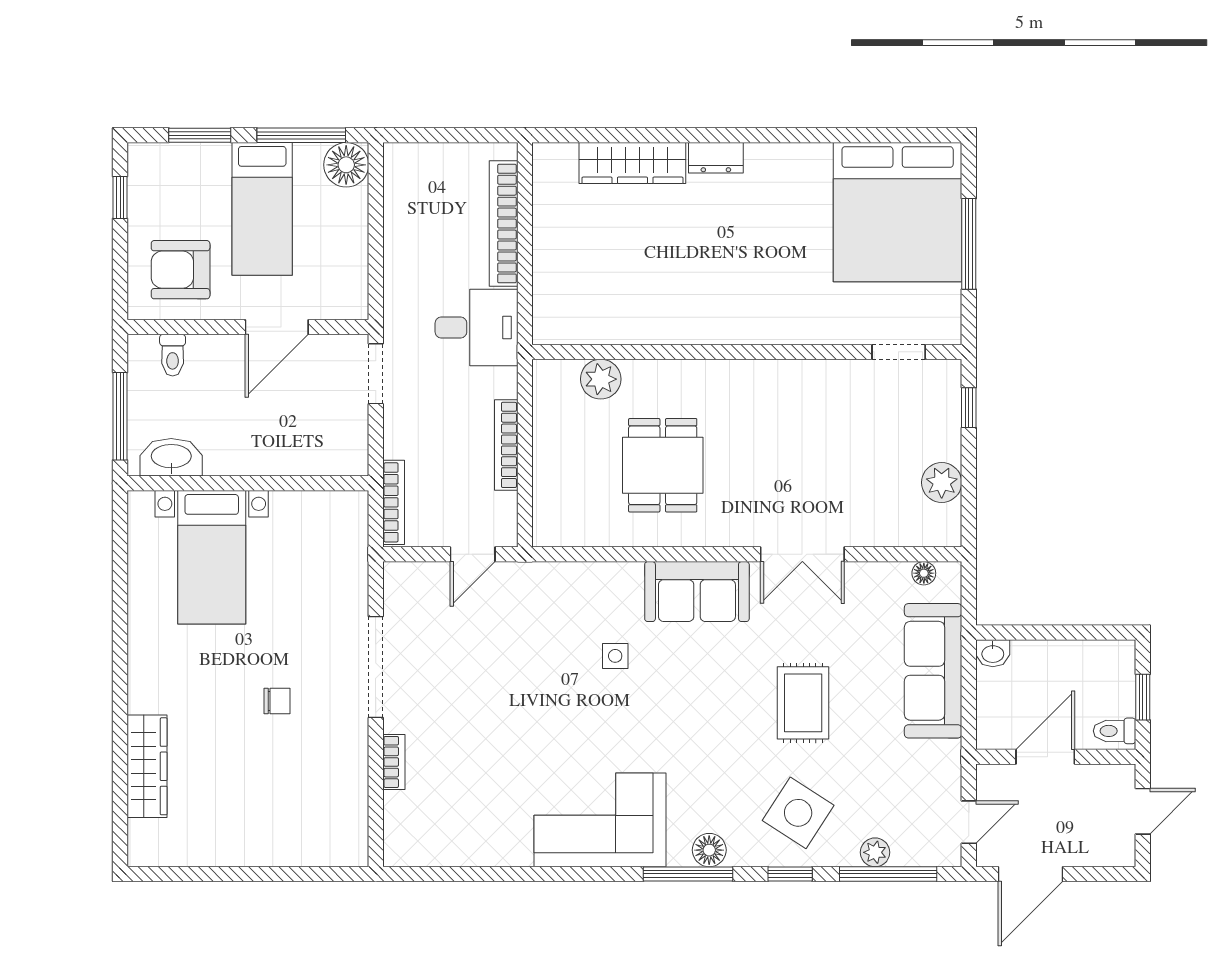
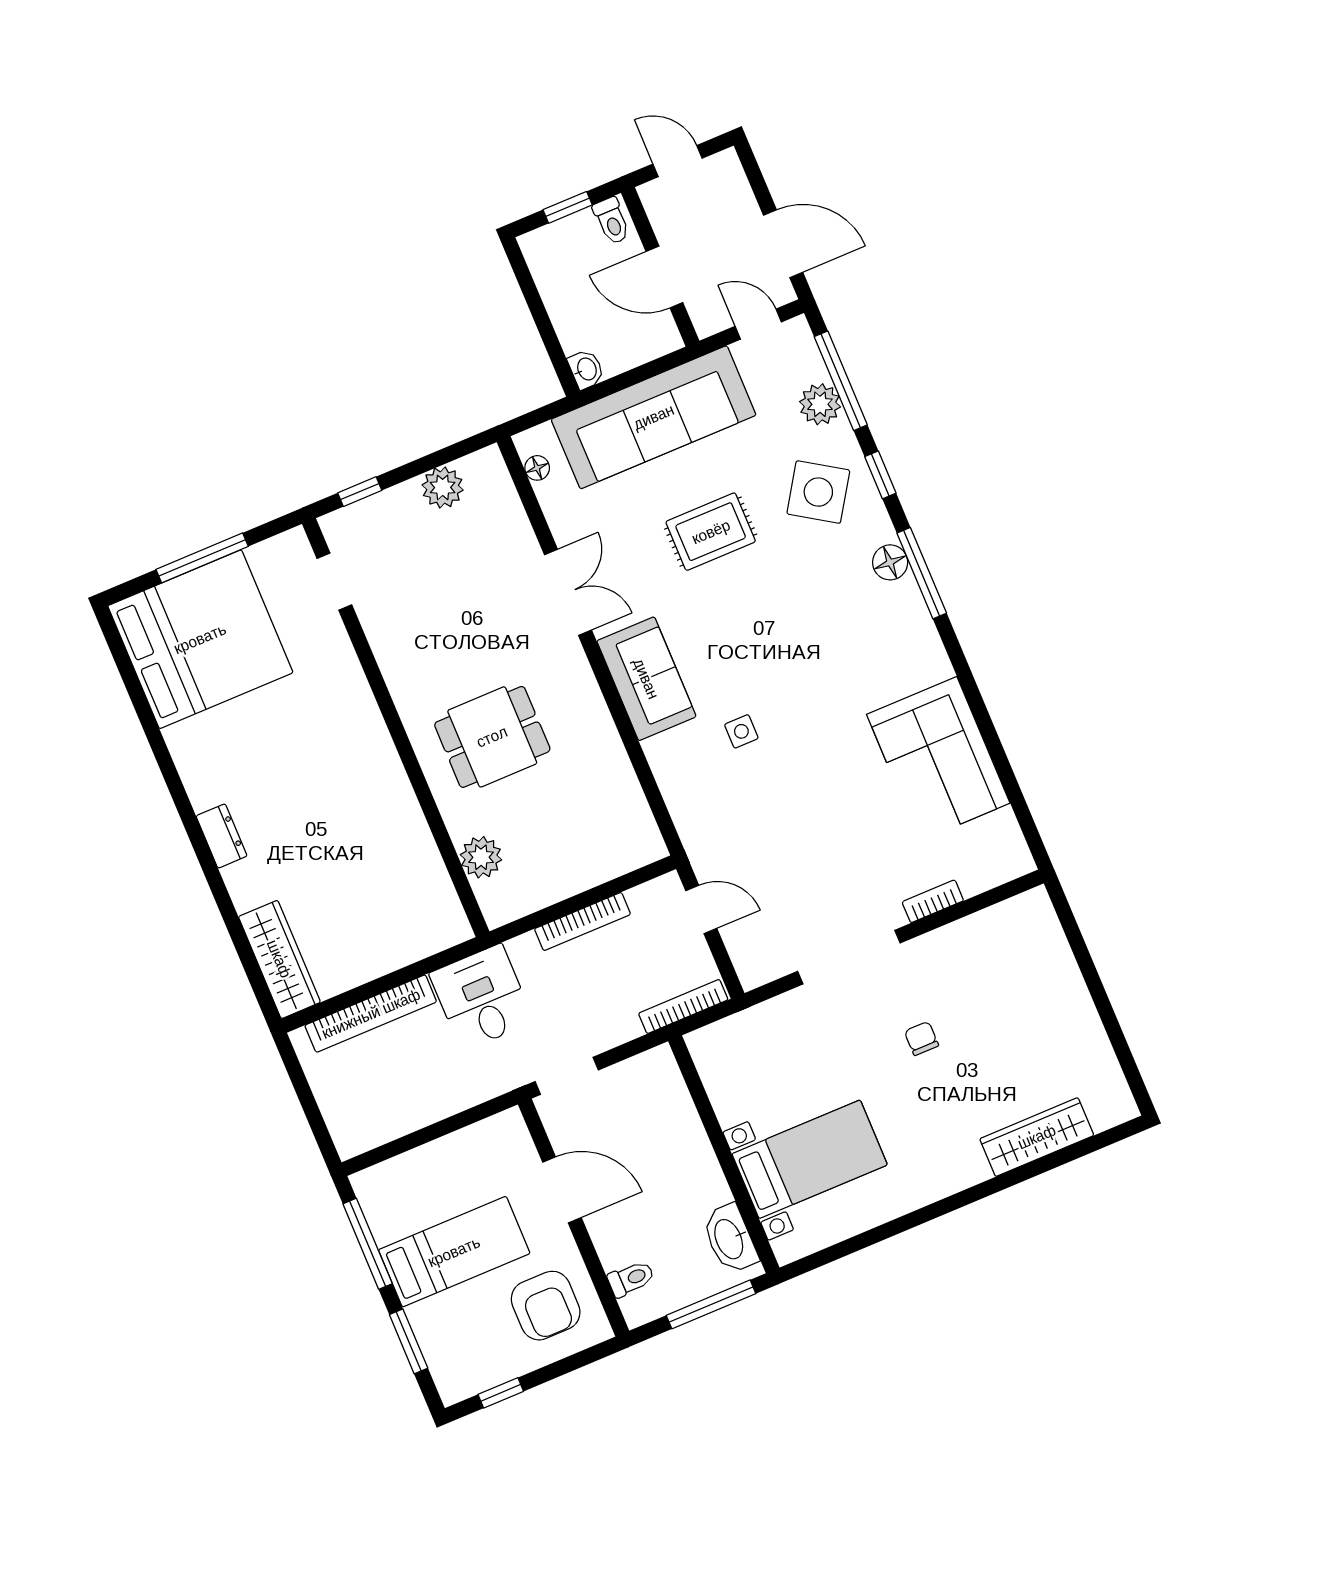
wardrobe: (632, 163) -> (279, 959), moved
floor lamp: (346, 165) -> (378, 1189), removed
dining table: (663, 465) -> (492, 737), moved
sofa: (933, 671) -> (654, 417), width x1.36, depth x1.27
corner sofa: (600, 820) -> (938, 759), moved
plant: (875, 852) -> (820, 404), width x1.38, depth x1.38

